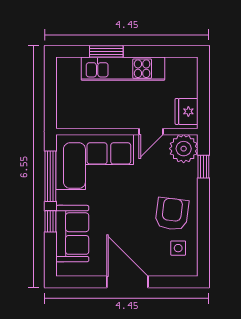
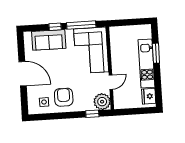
fridge: (187, 111) -> (149, 96), moved, turned -90
door: (151, 132) -> (111, 82), swing flipped
armchair: (172, 214) -> (64, 97), turned -97
door: (127, 282) -> (23, 74), hinge flipped

